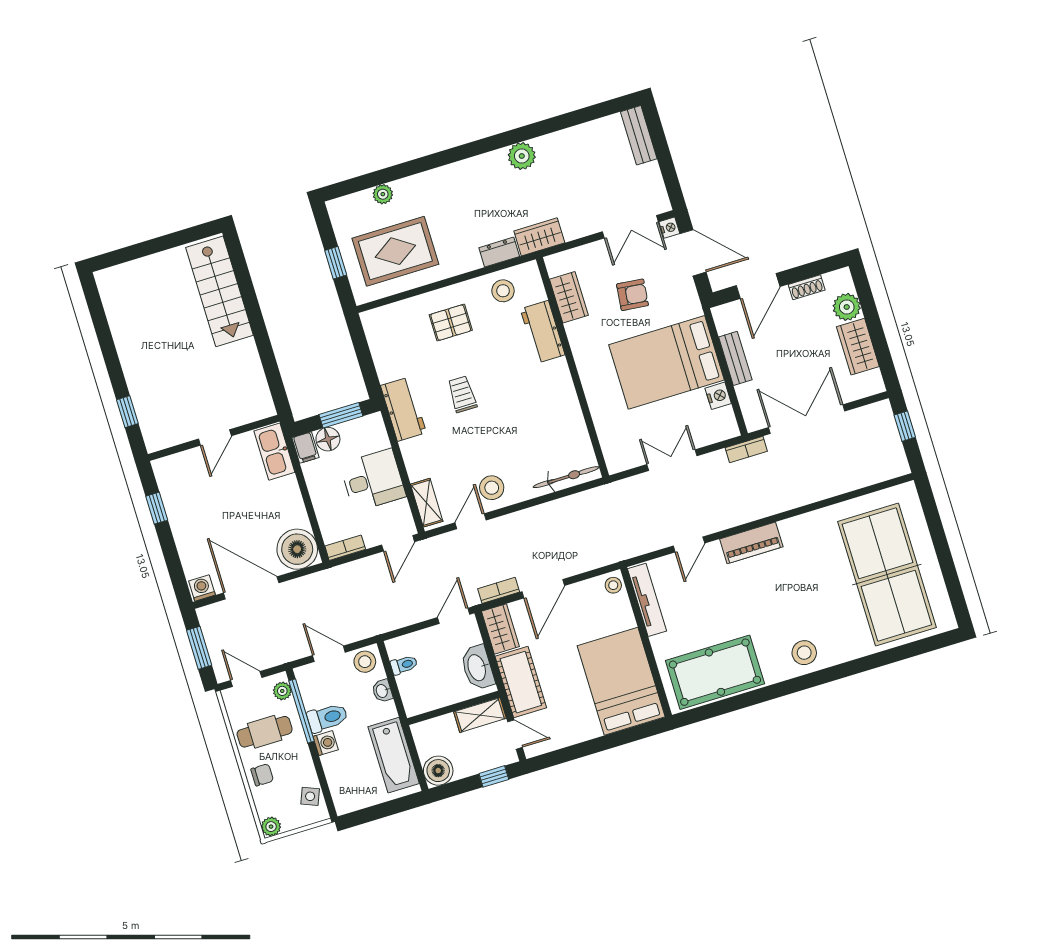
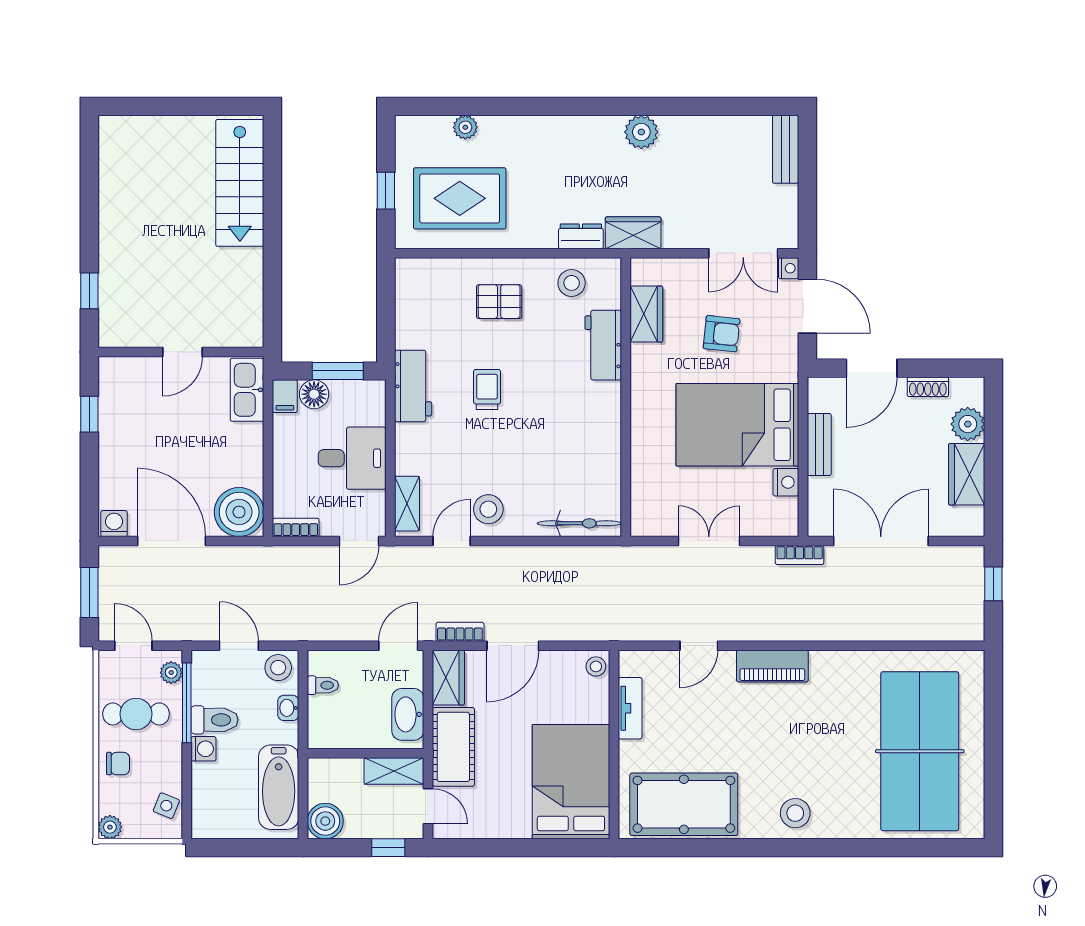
tv unit: (647, 600) -> (630, 708), width x0.71

